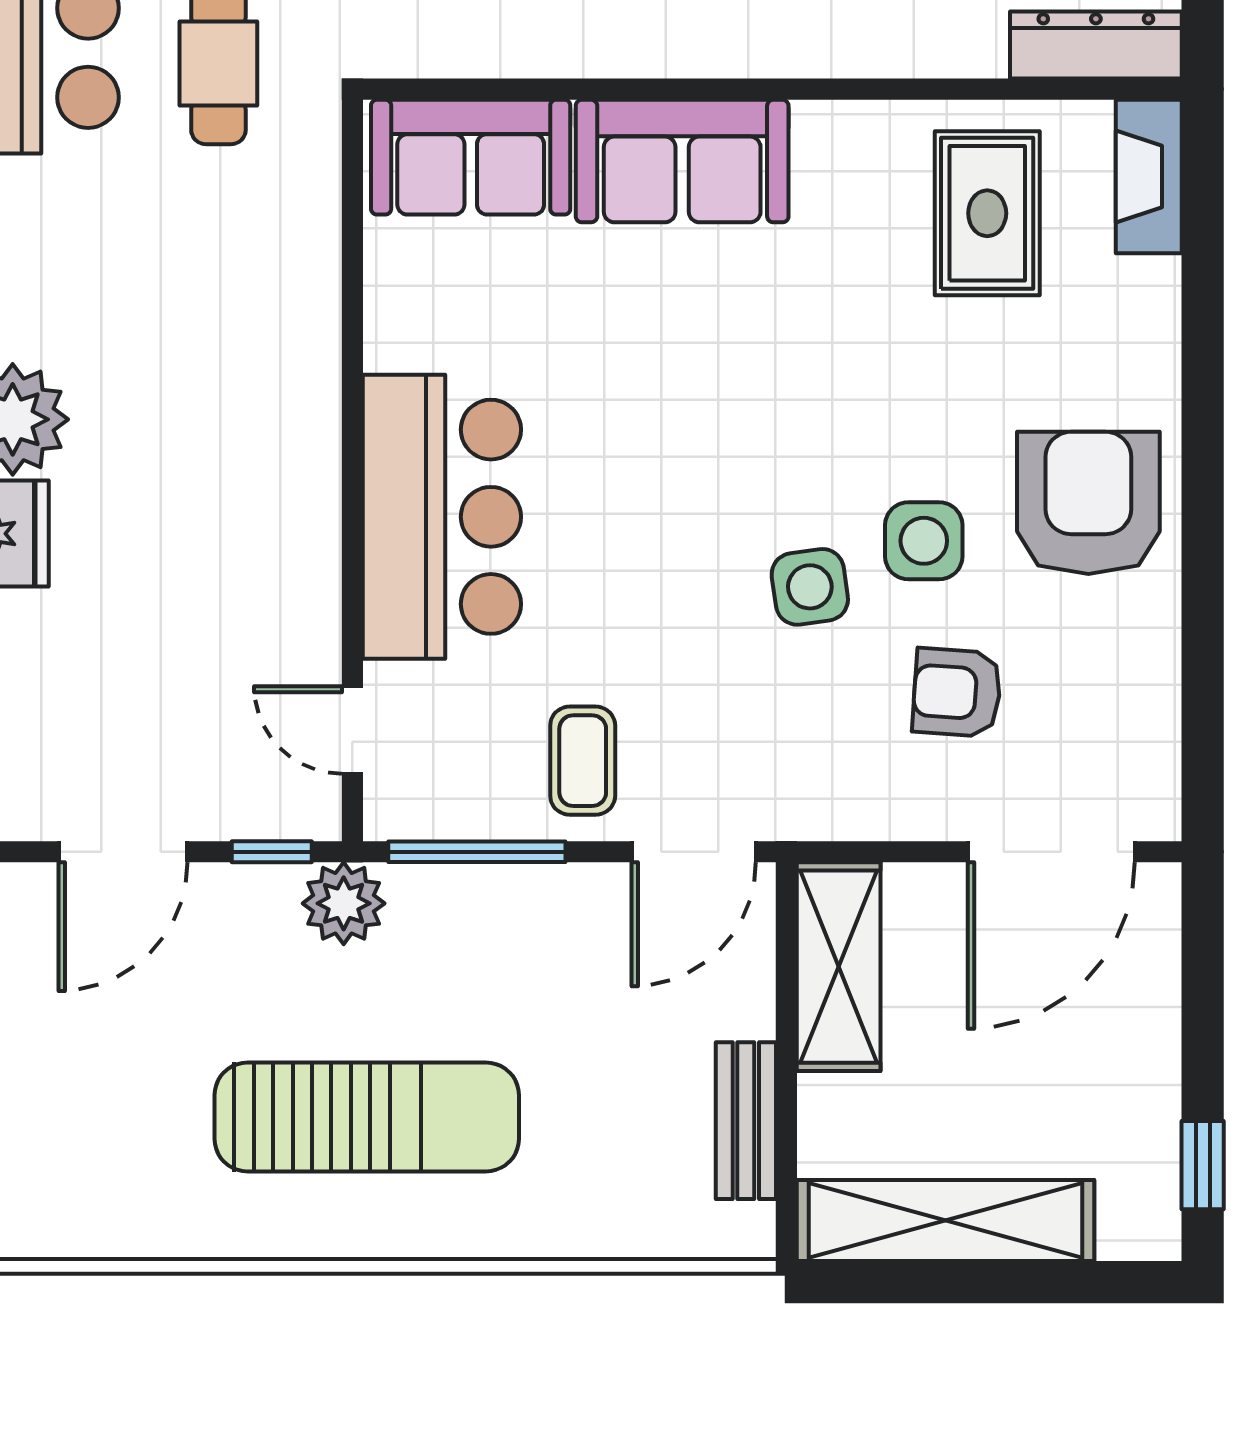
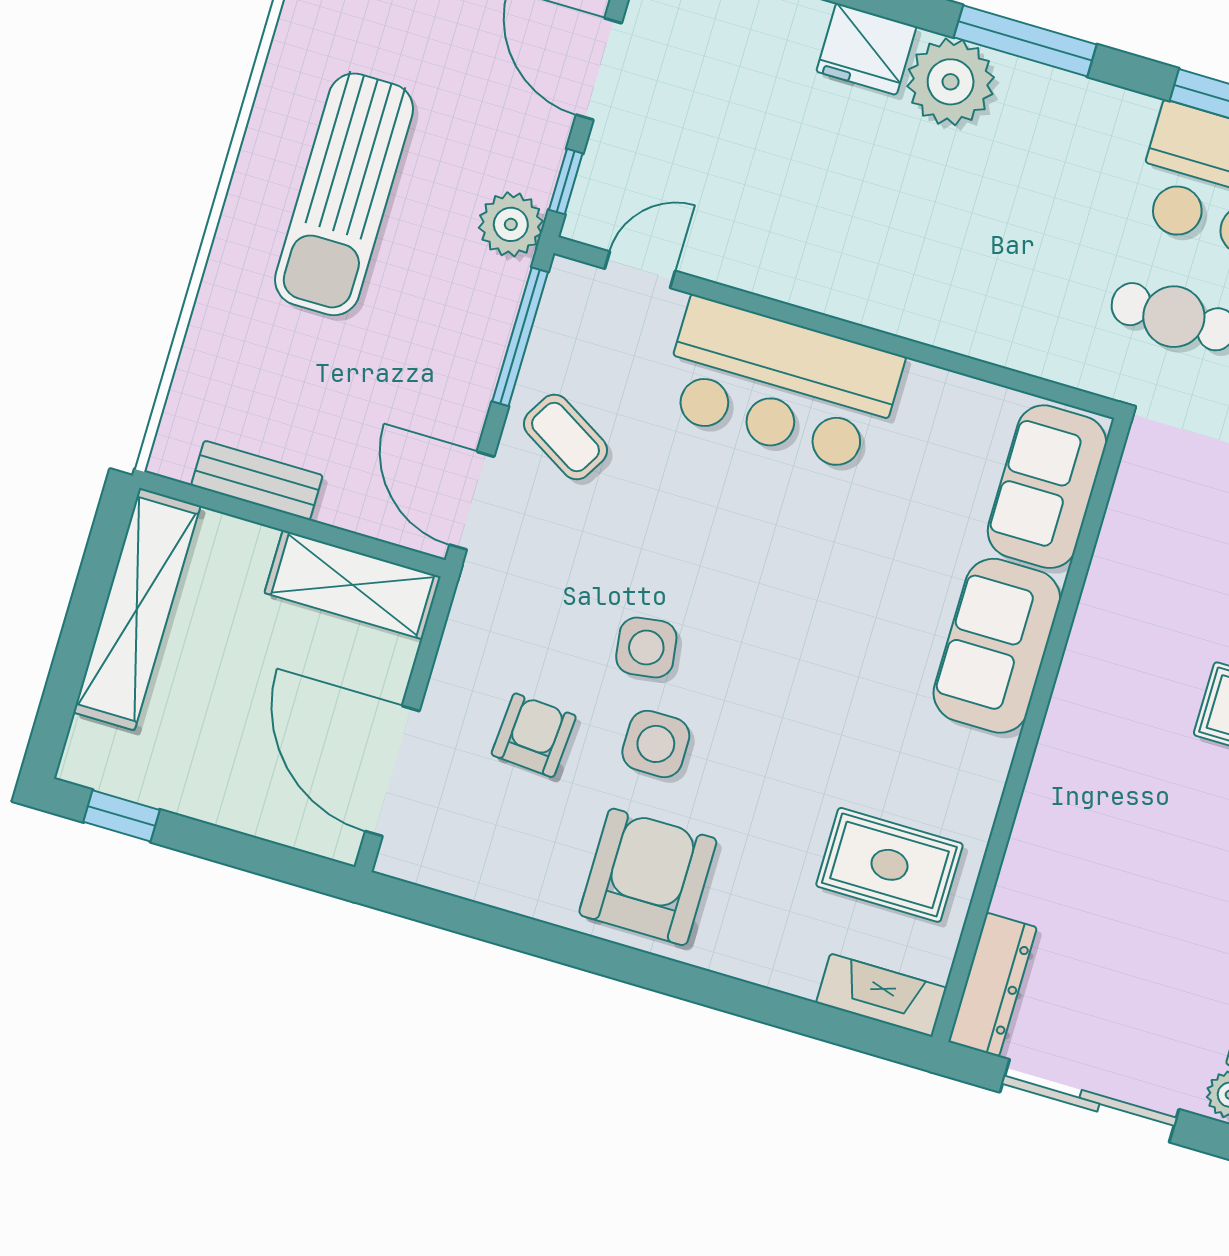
armchair: (1088, 503) -> (648, 877), turned -90
coffee table: (583, 761) -> (565, 437), turned 31

